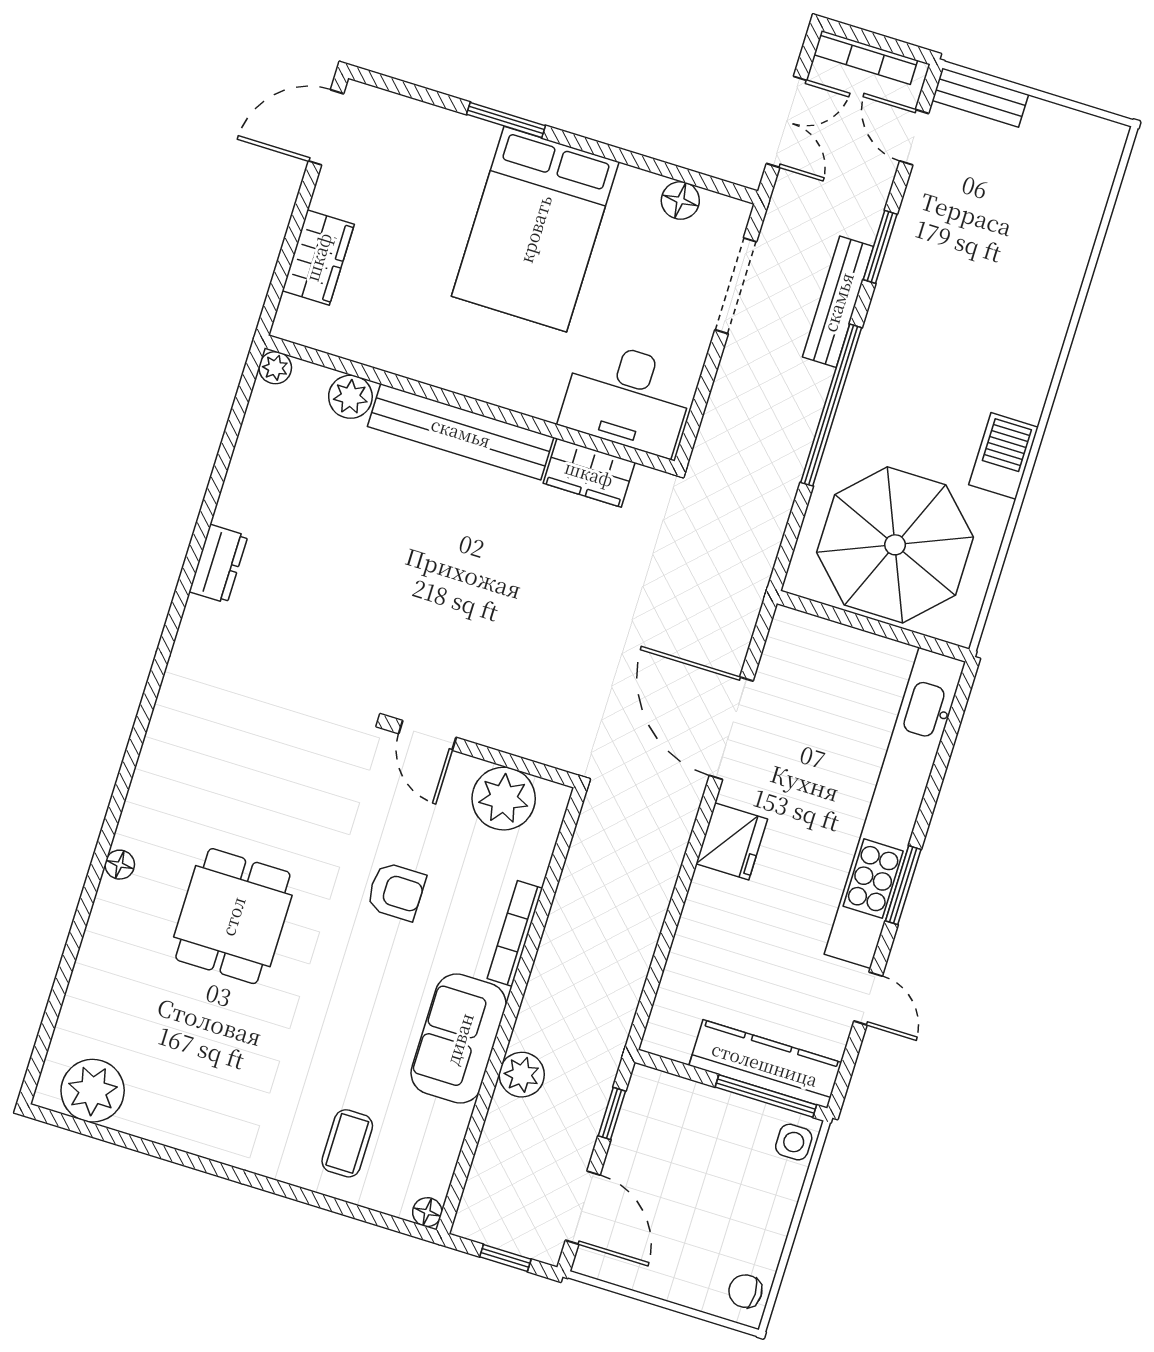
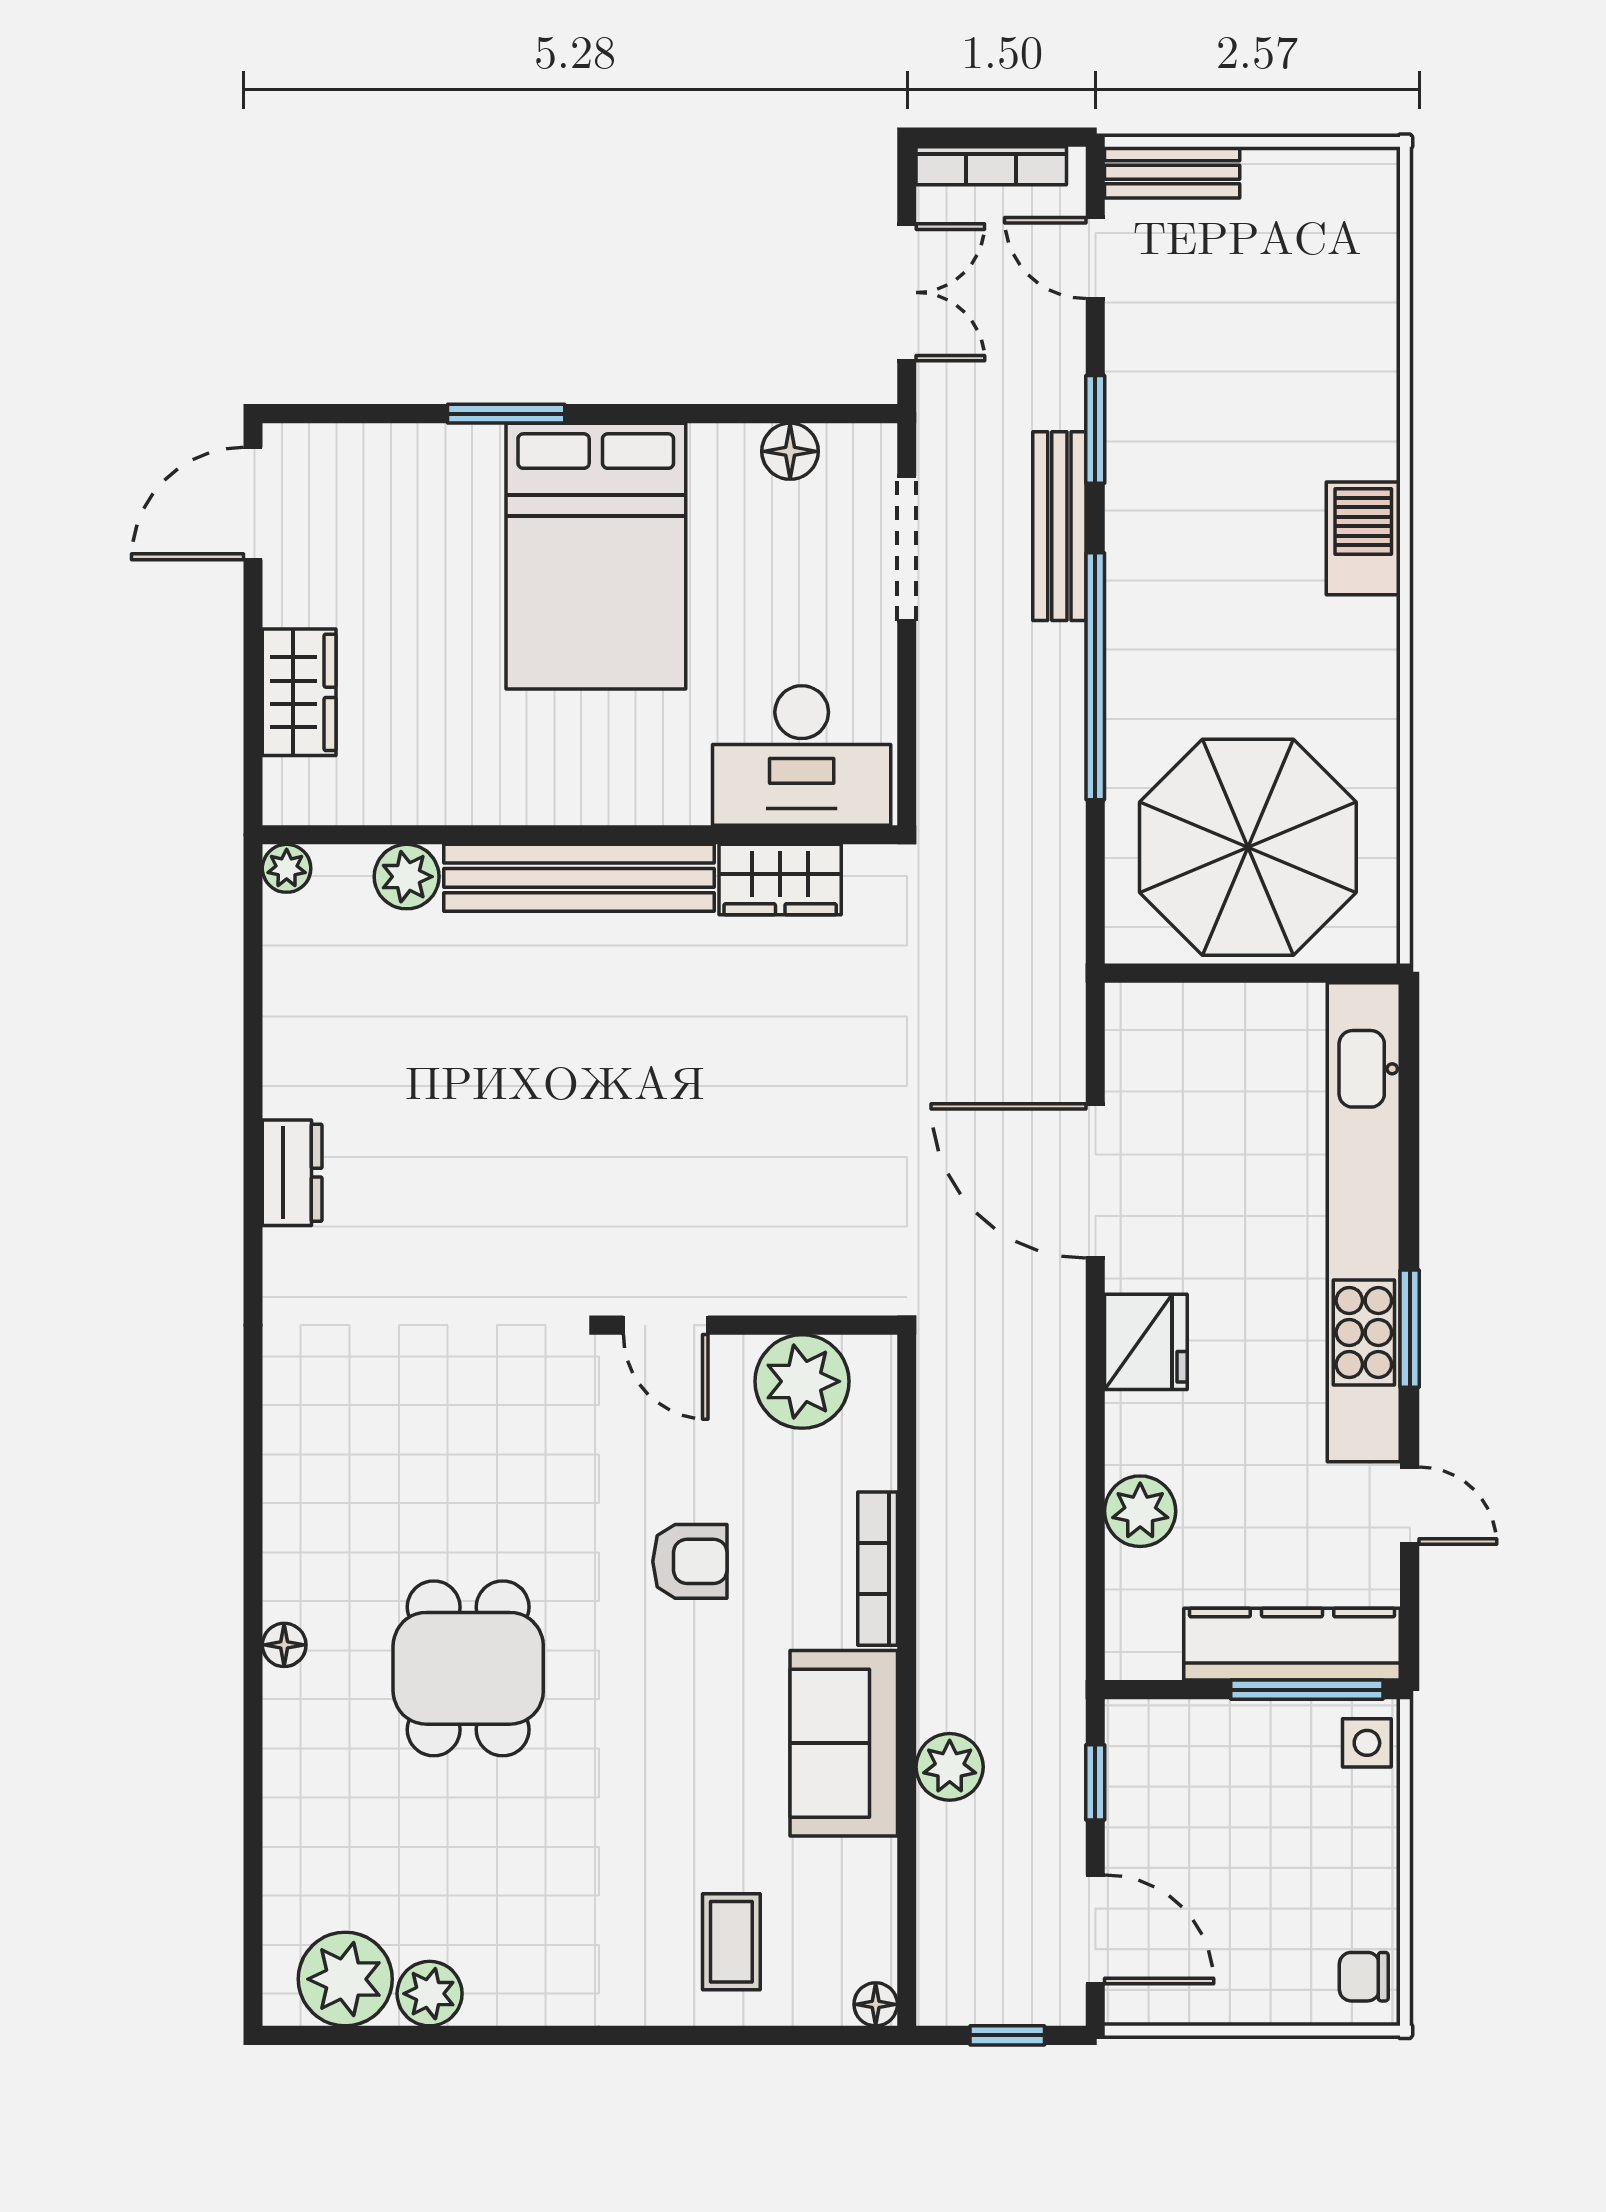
barbecue: (1004, 456) -> (1363, 538), moved
plant: (694, 949) -> (1140, 1511), added
plant: (144, 1117) -> (430, 1994), added

